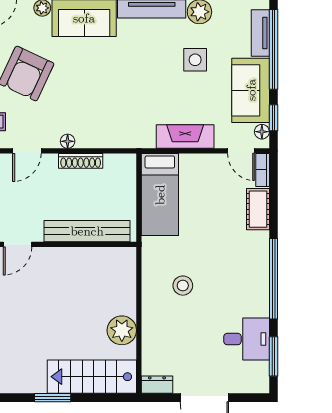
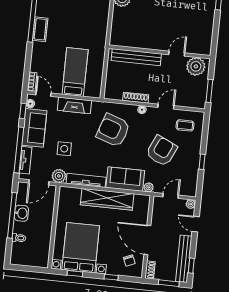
armchair: (114, 100) -> (113, 130), added
bed: (160, 195) -> (75, 72), moved
cot: (258, 209) -> (40, 29), moved
stool: (183, 286) -> (85, 20), removed

